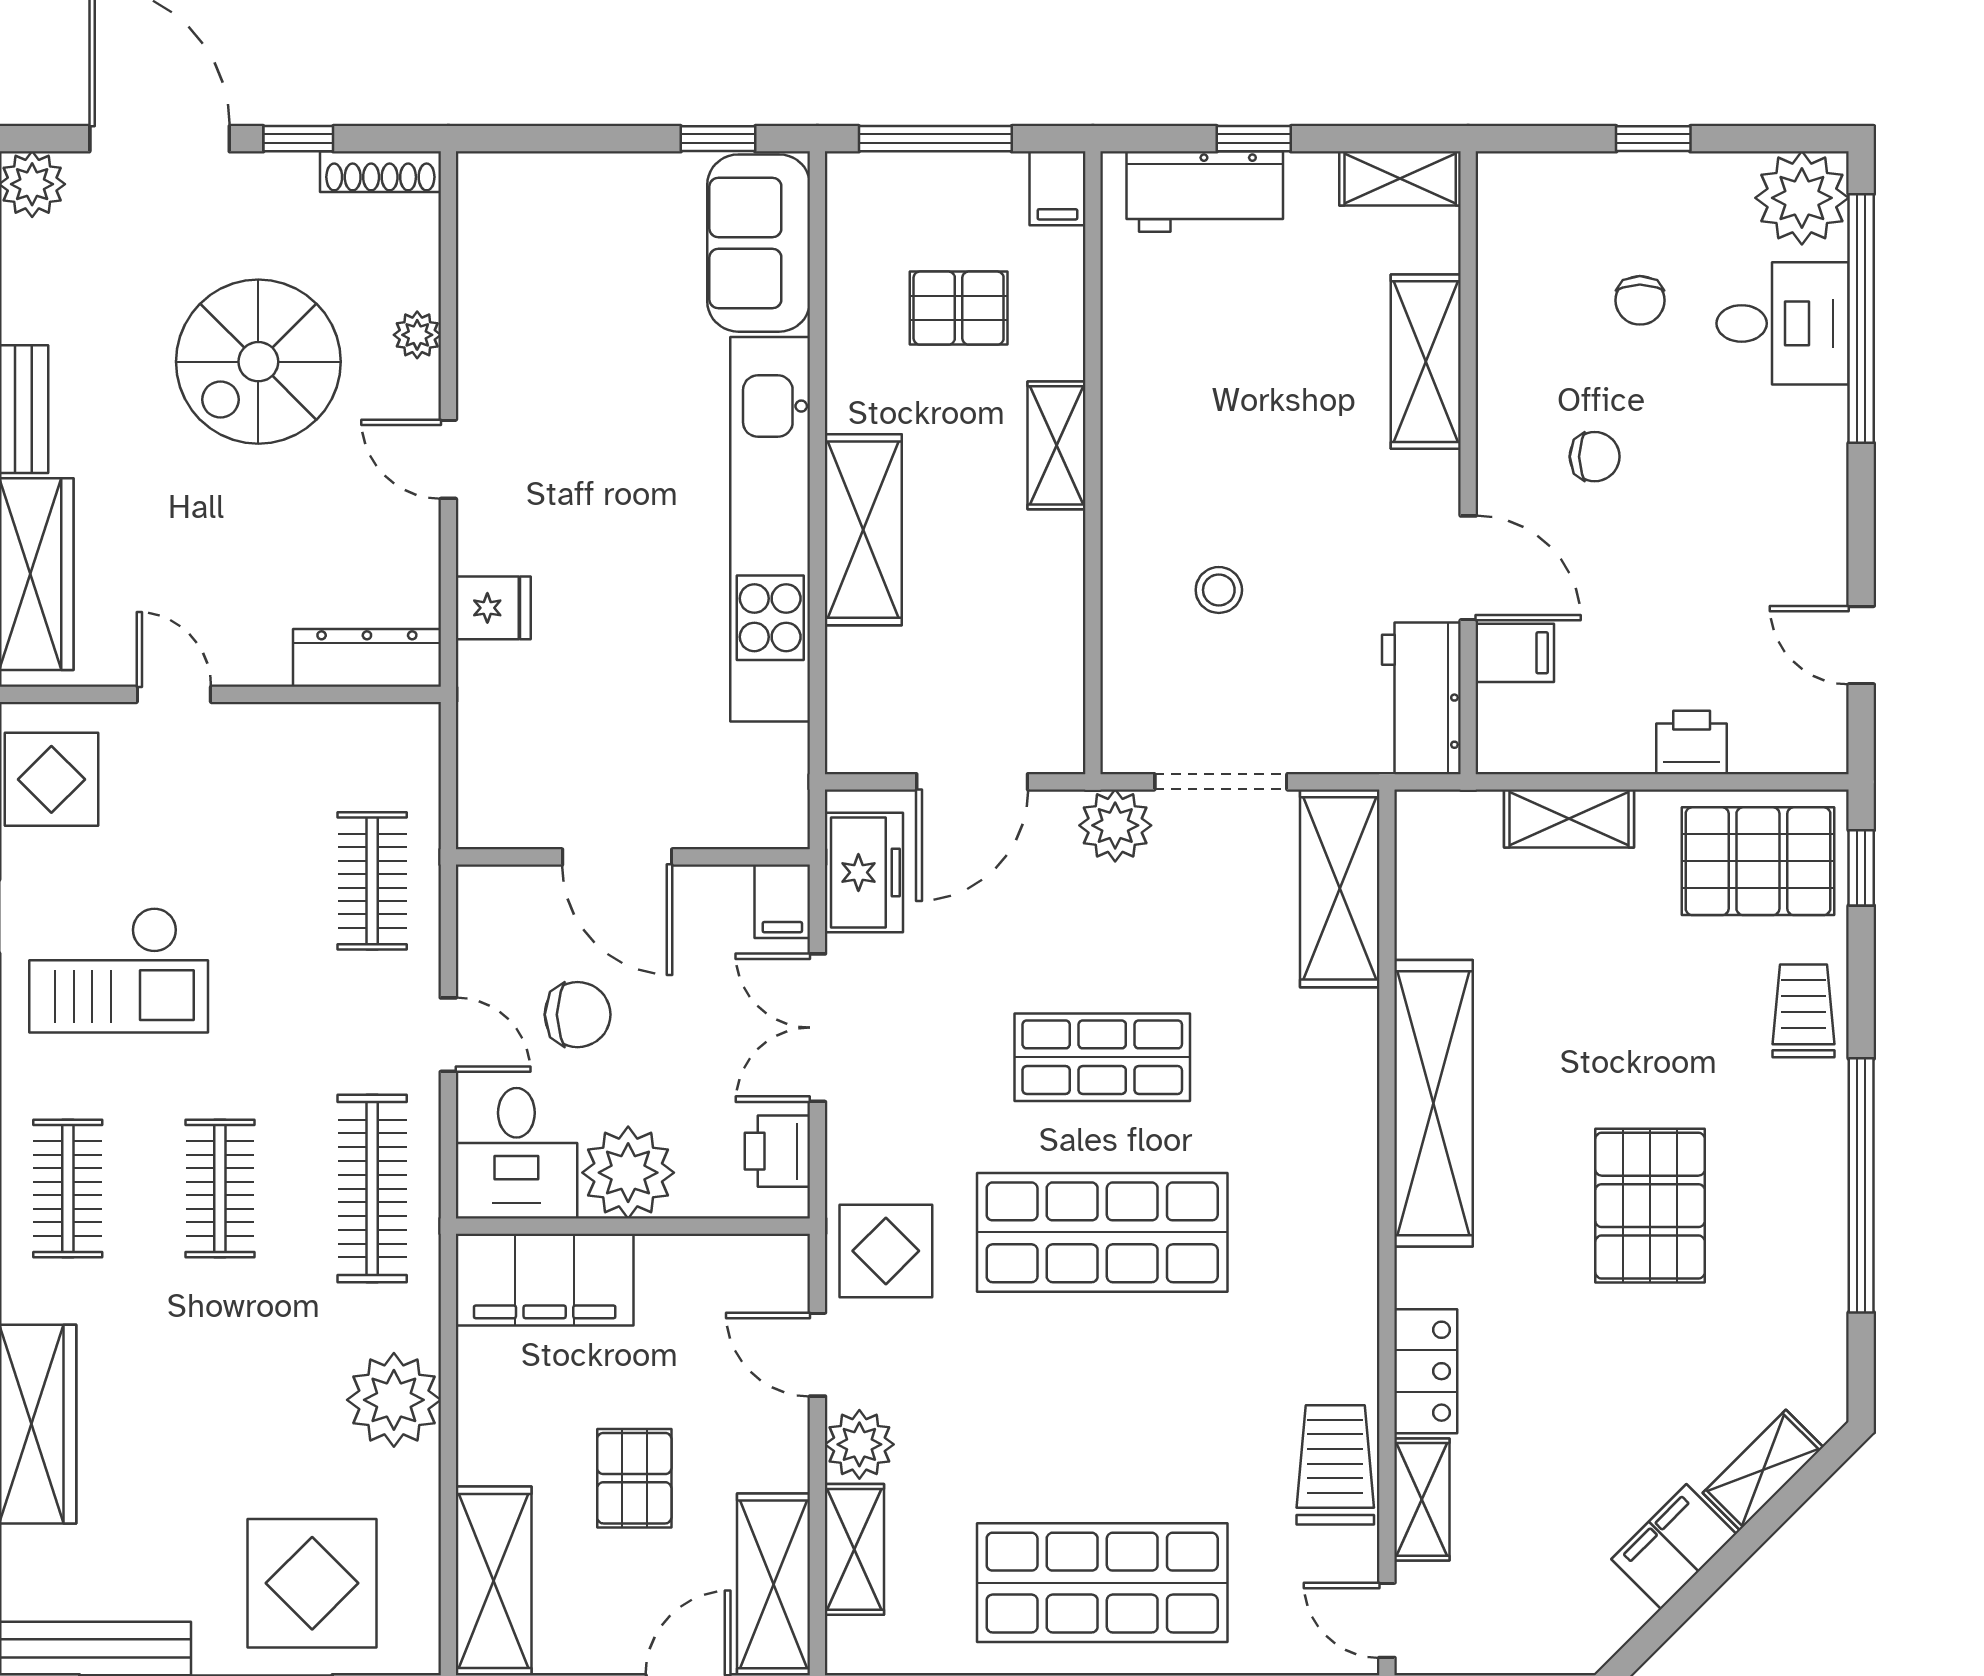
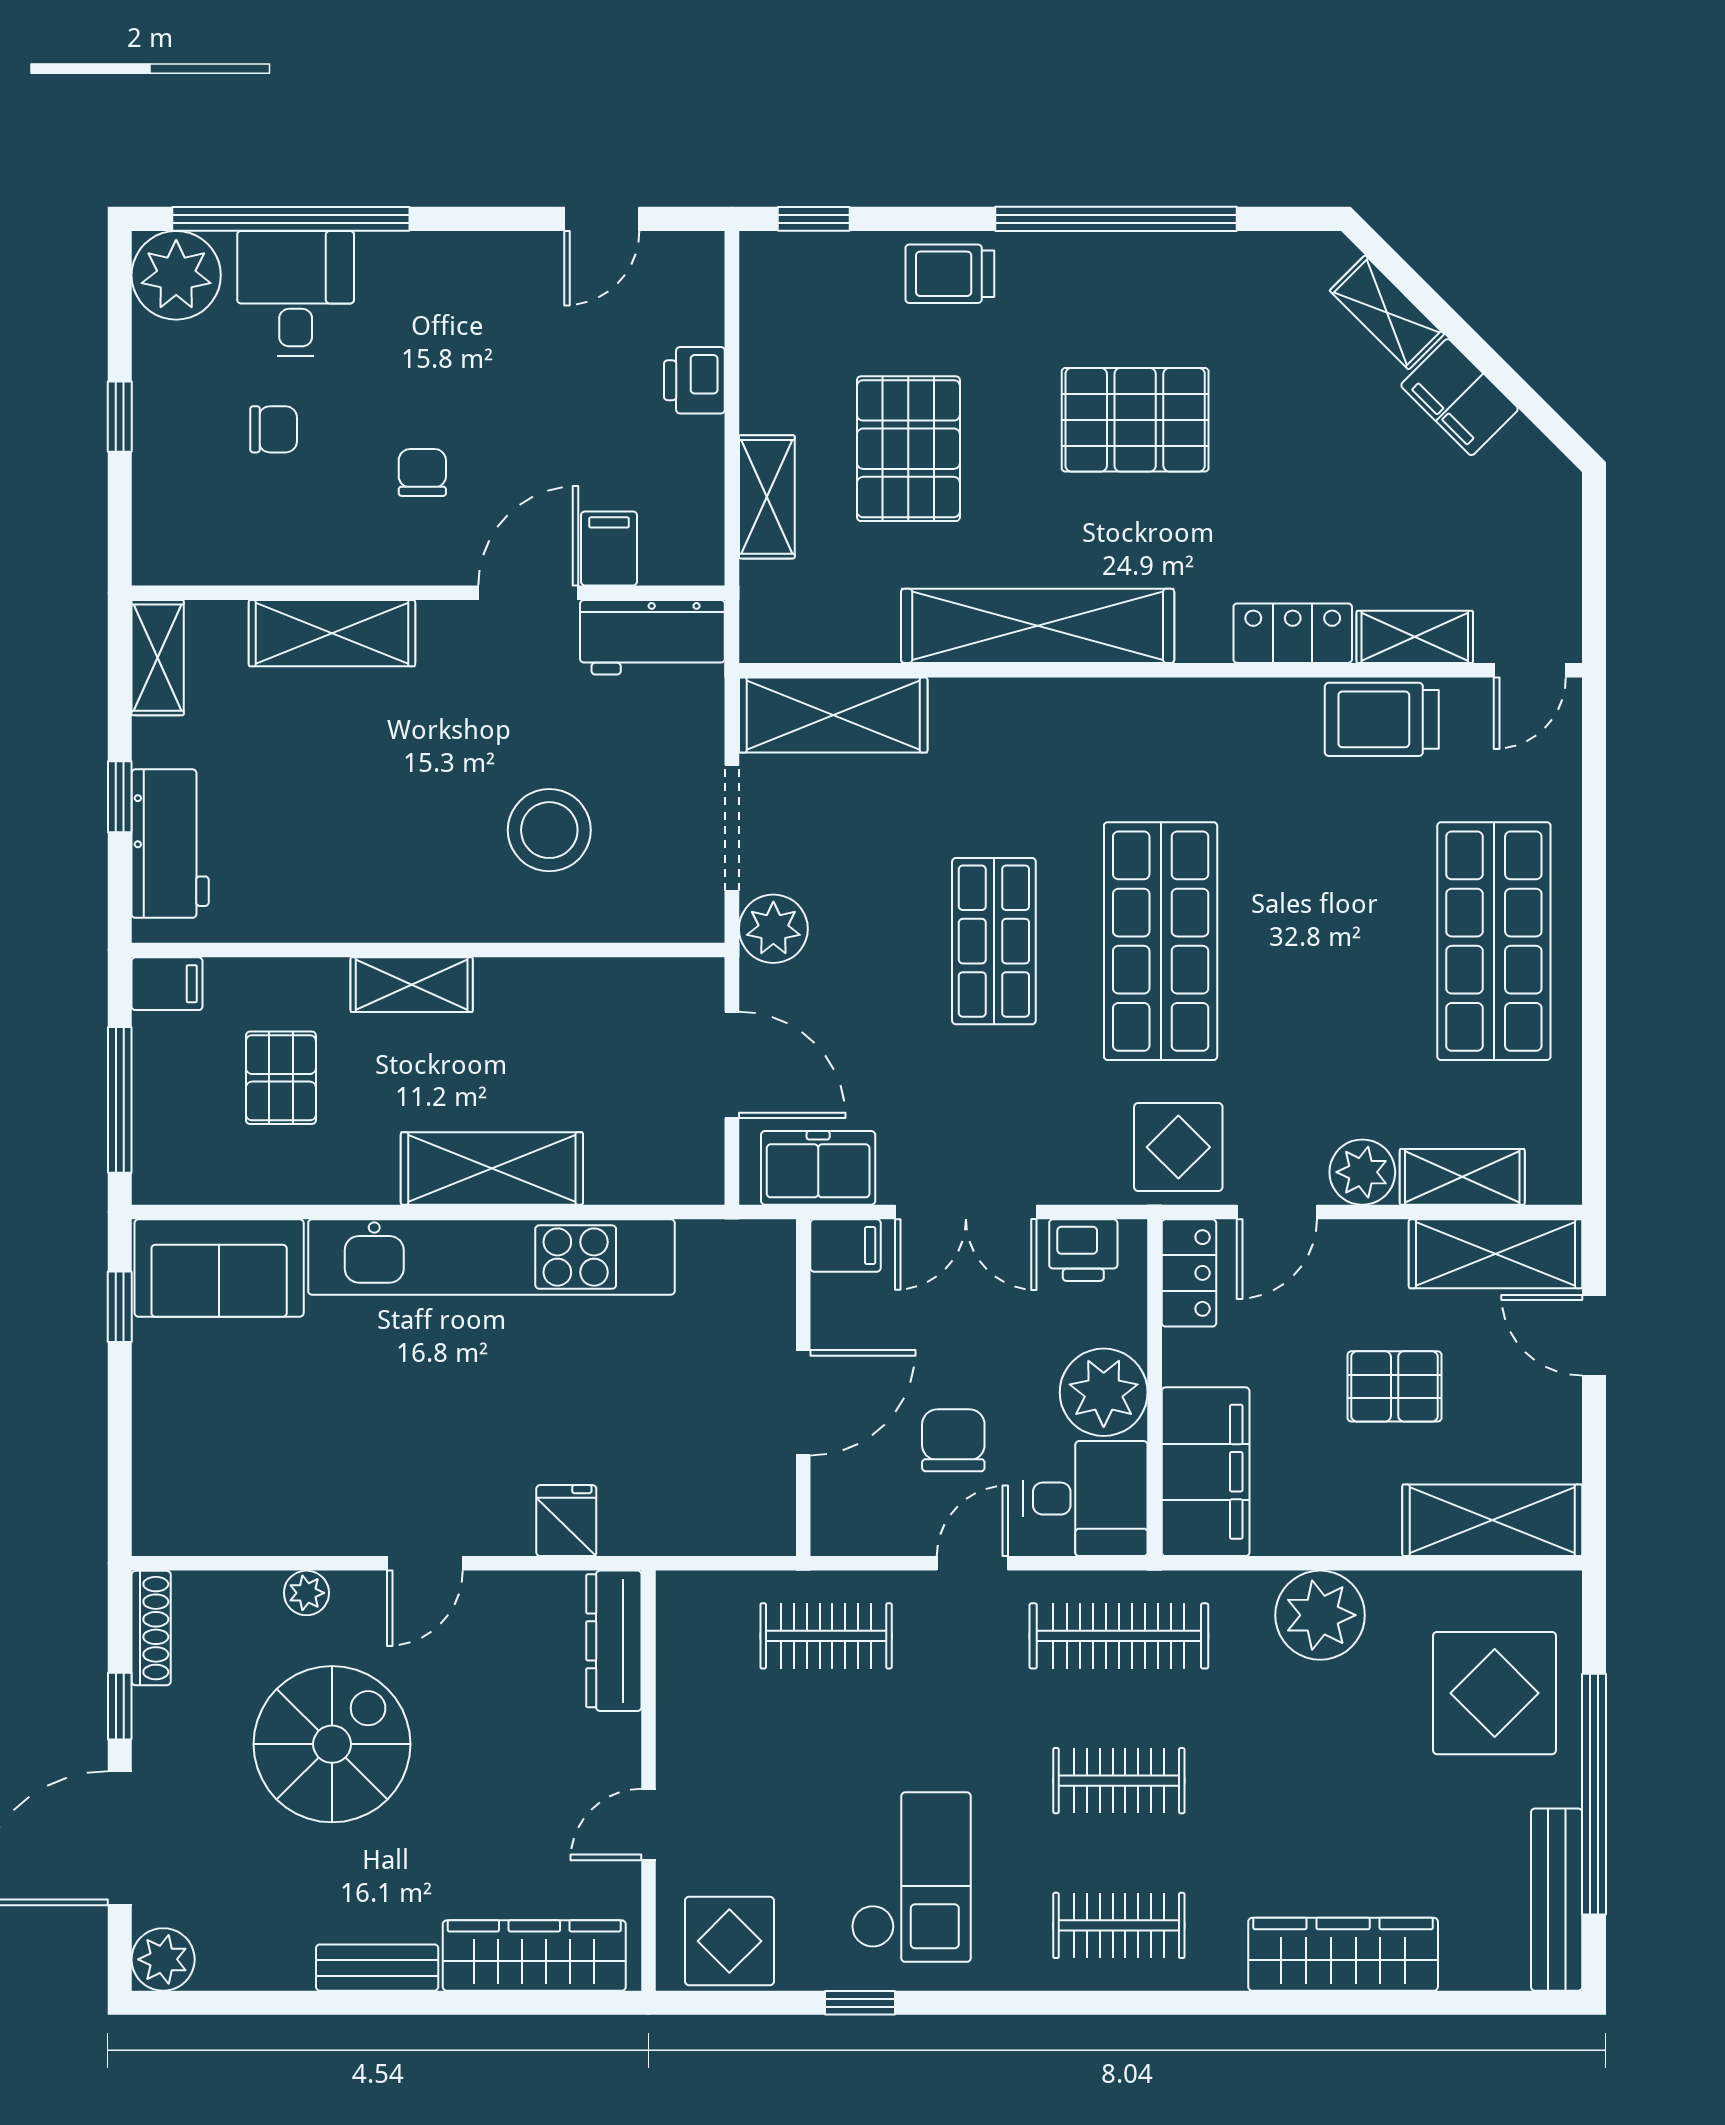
spiral stairs: (258, 362) -> (332, 1744), turned -90
stool: (1219, 590) -> (549, 830), width x1.89, depth x1.89
pallet: (1758, 861) -> (908, 449), moved
locker: (753, 1262) -> (1189, 1273), added

